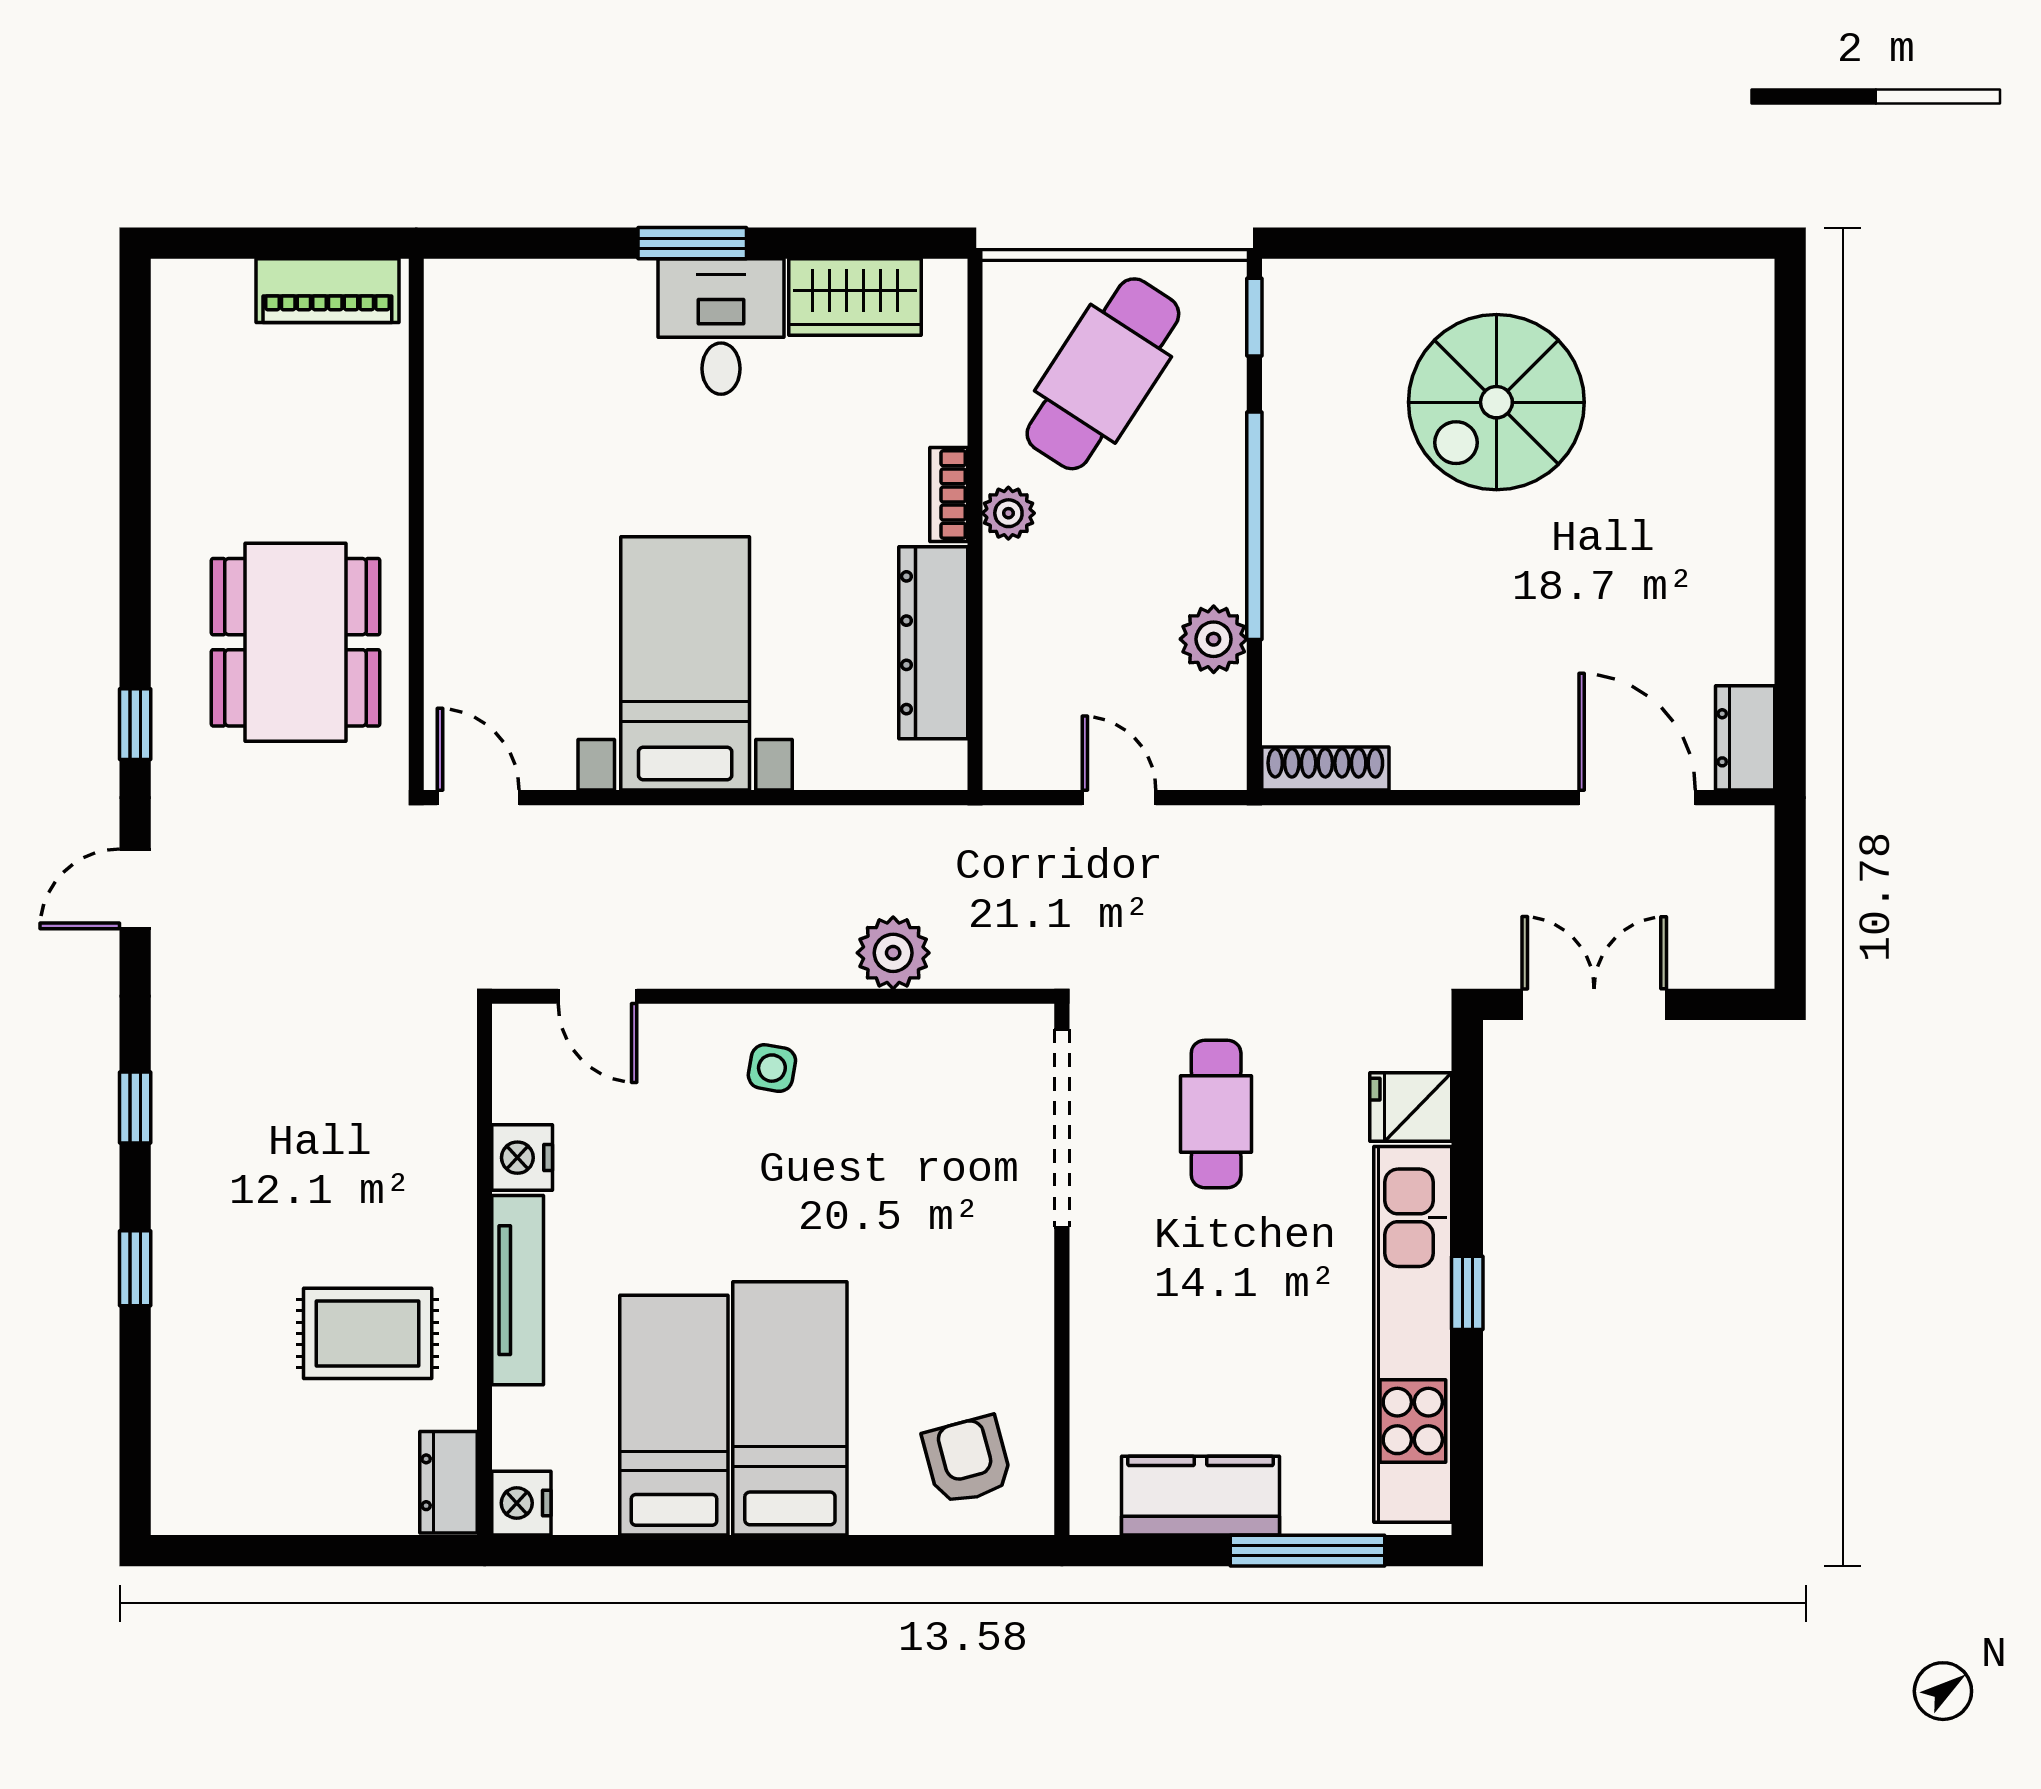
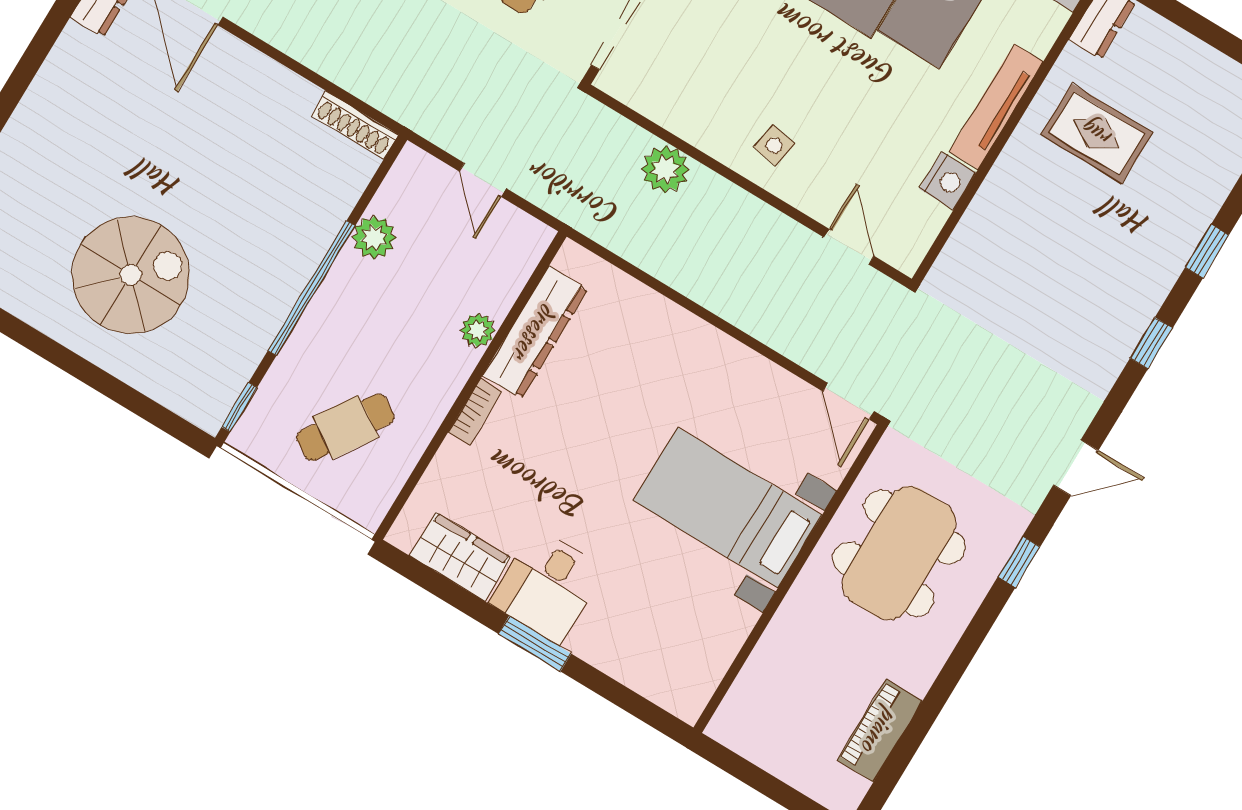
piano: (327, 291) -> (880, 730), moved, turned -90
cafe table: (1103, 374) -> (345, 427), width x0.73, depth x0.74
plant: (1008, 513) -> (478, 330), moved
bed with nightstands: (685, 663) -> (728, 508), moved, turned 90

